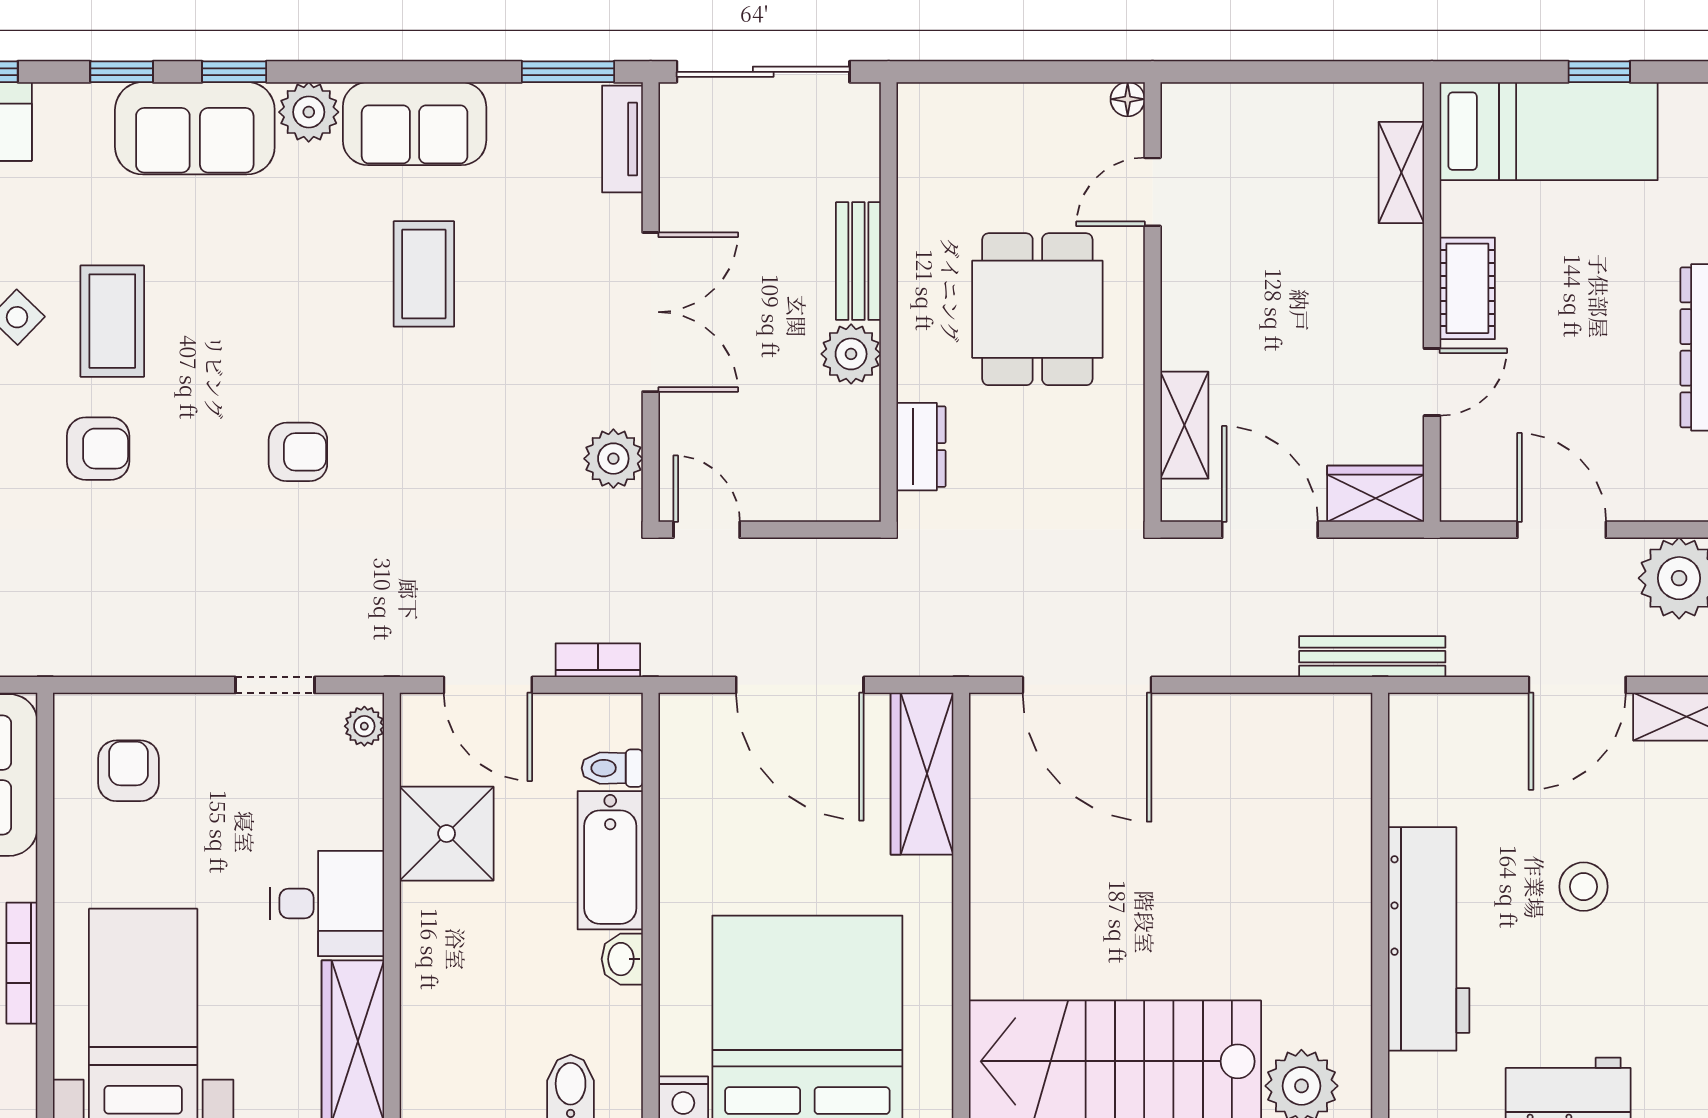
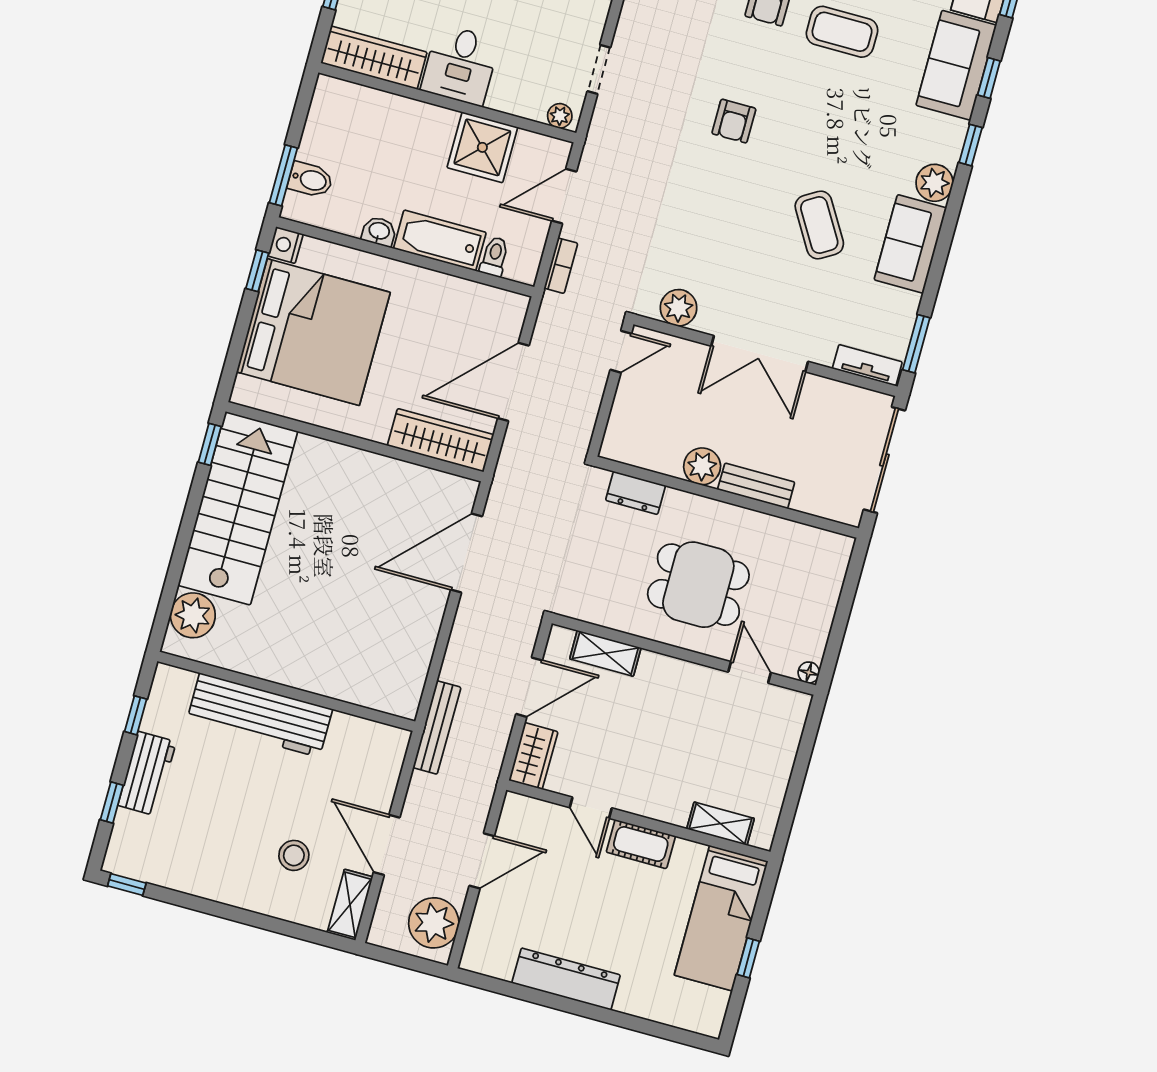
sofa: (195, 128) -> (956, 65), moved
coffee table: (424, 274) -> (819, 225), turned 59
stool: (1584, 887) -> (294, 855), moved

